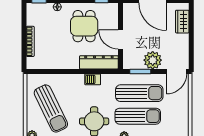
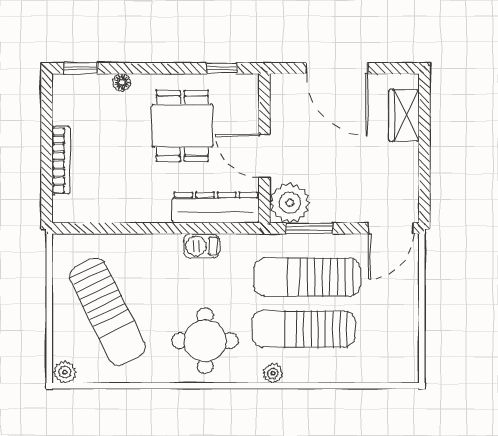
plant: (153, 60) -> (290, 203), moved
sun lounger: (139, 93) -> (307, 277), turned 180
sun lounger: (138, 116) -> (303, 329), turned 180

